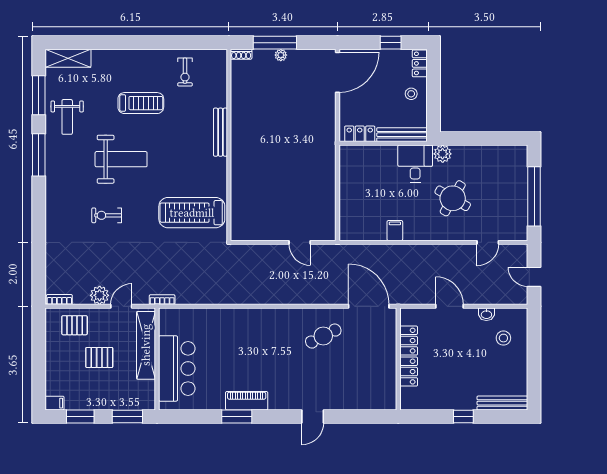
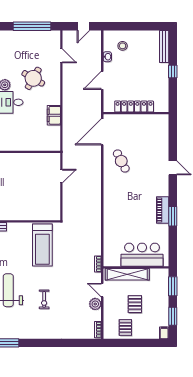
filing cabinet: (395, 231) -> (54, 115), width x2.00
pallet: (75, 325) -> (125, 327), moved

